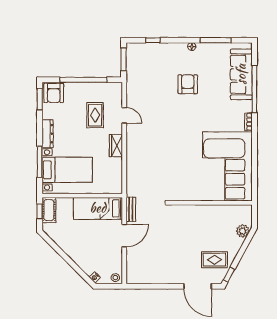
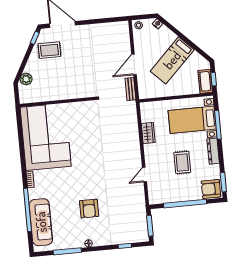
armchair: (54, 93) -> (211, 189), turned -90
rug: (95, 115) -> (182, 162), moved
door: (124, 115) -> (144, 175), hinge flipped
wardrobe: (116, 146) -> (148, 133), moved
bed: (98, 208) -> (172, 60), moved, turned 135

